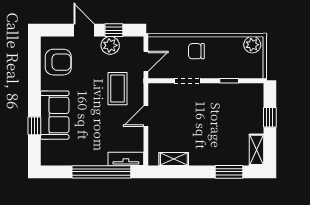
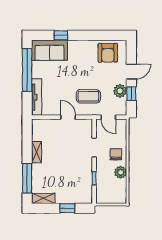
plant: (252, 45) -> (121, 172), moved
sofa: (55, 115) -> (50, 50), moved
tv unit: (126, 159) -> (37, 97), width x1.41
shelving: (174, 159) -> (37, 152), moved
window: (101, 172) -> (27, 70), moved
window: (229, 172) -> (27, 178), width x1.44

